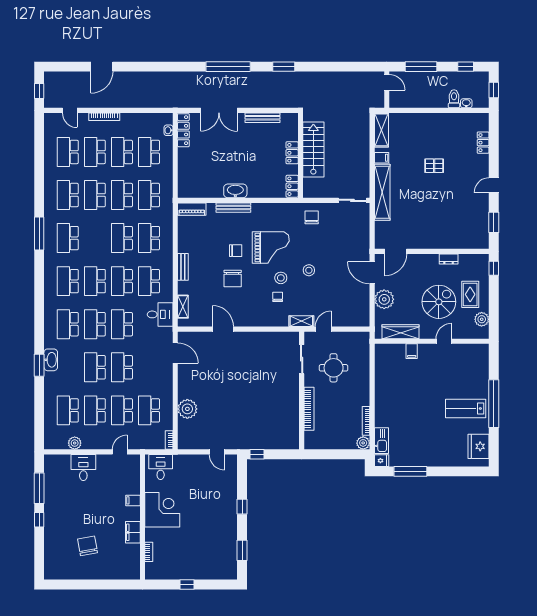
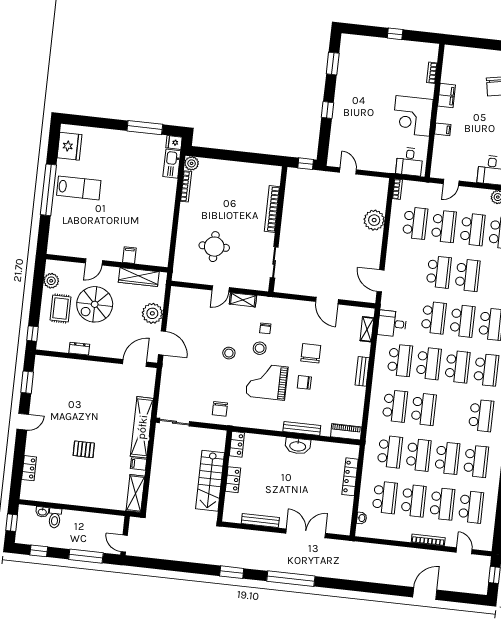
locker: (183, 130) -> (350, 477), moved
sliding door: (302, 359) -> (274, 262), moved
wall: (302, 391) -> (278, 229), moved
bookcase: (309, 409) -> (272, 209), moved

